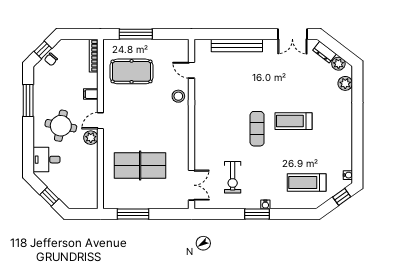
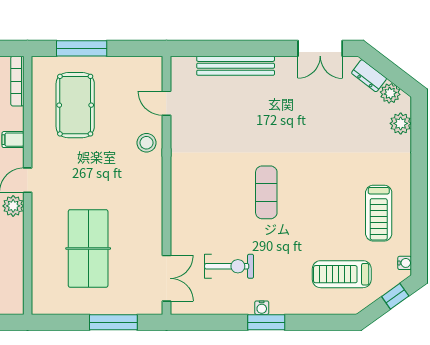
pool table: (132, 71) -> (75, 105), turned 90
treadmill: (294, 121) -> (379, 213), moved, turned -90
table tennis table: (140, 166) -> (88, 248), turned 90
exercise bike: (233, 177) -> (229, 266), turned -90
water cooler: (265, 204) -> (262, 308), moved
window: (133, 214) -> (113, 322), moved

